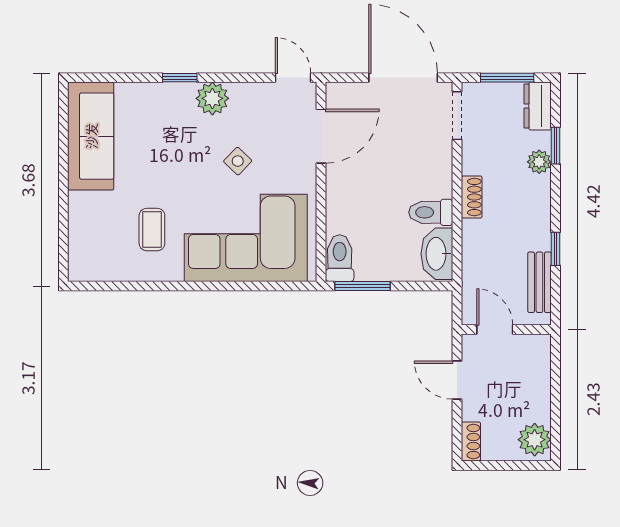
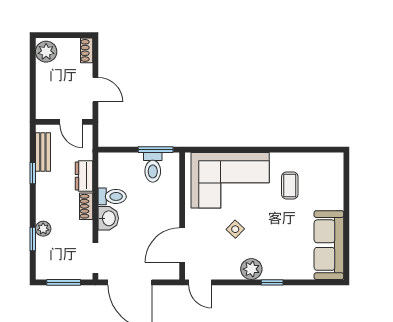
dresser: (538, 106) -> (84, 176), moved, turned 180
washbasin: (437, 254) -> (108, 218), moved, width x0.72
toilet: (340, 258) -> (153, 167), moved

